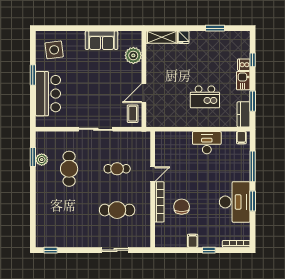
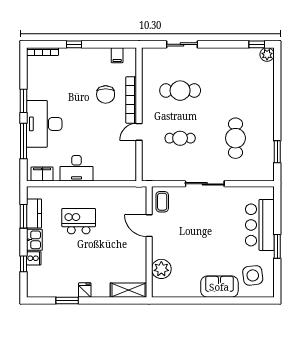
fridge: (184, 37) -> (85, 290), moved
sofa: (102, 40) -> (219, 287), moved
door: (144, 93) -> (149, 226), swing flipped
kitchen counter: (244, 114) -> (34, 213), moved
filing cabinet: (241, 138) -> (42, 174), width x2.00
plant: (42, 160) -> (267, 54), moved
desk: (235, 202) -> (44, 124), moved
filing cabinet: (193, 241) -> (117, 55), moved

